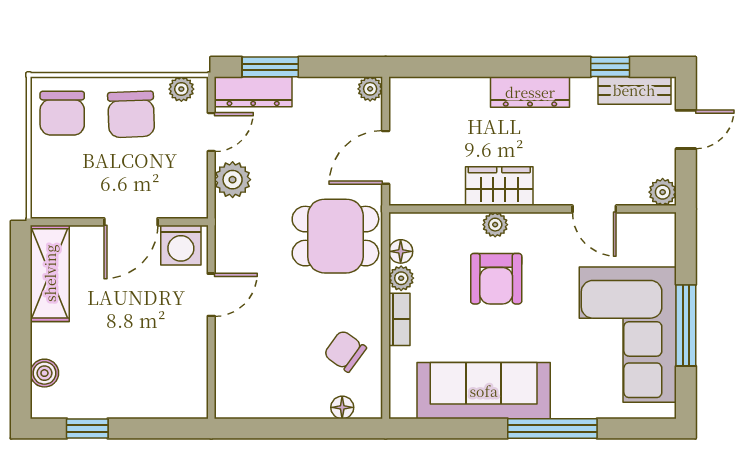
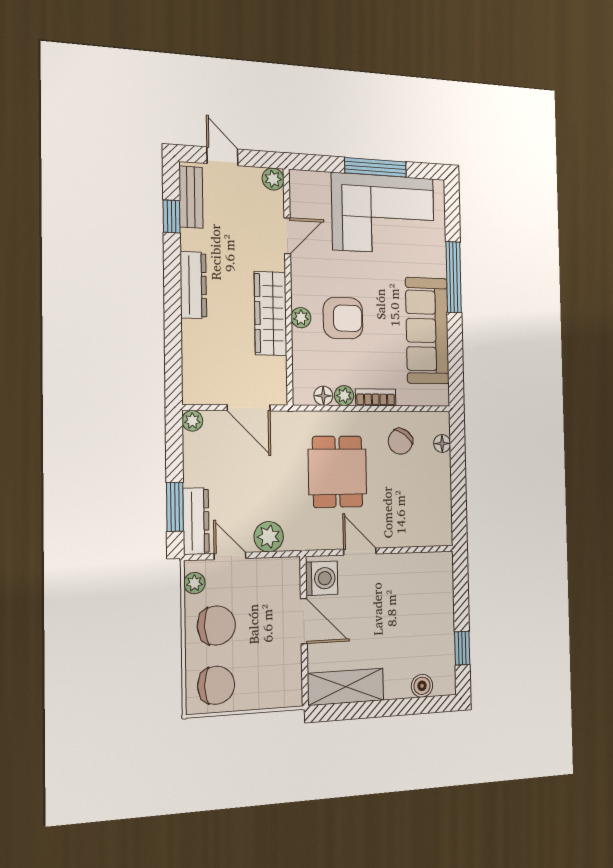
wardrobe: (499, 186) -> (270, 313), width x1.50
dining table: (335, 236) -> (337, 472), moved

